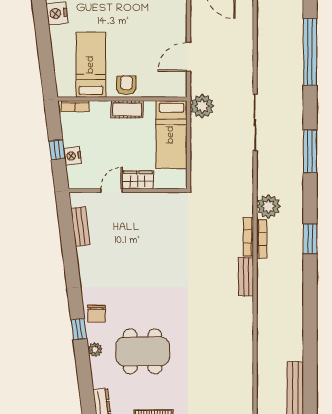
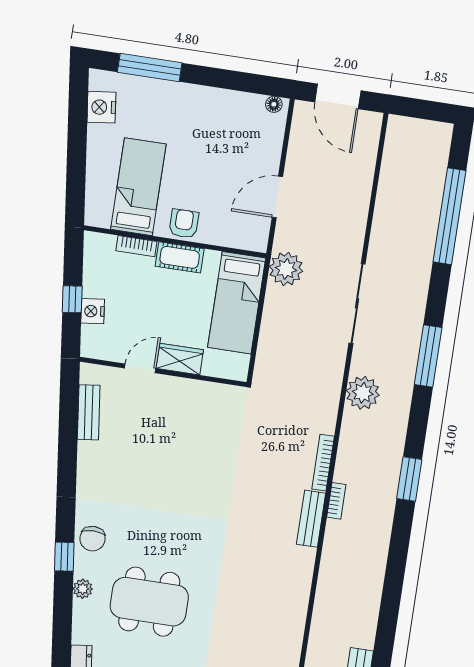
bookcase: (75, 106) -> (136, 246), moved
plant: (269, 206) -> (363, 393), moved
bookcase: (262, 239) -> (336, 501), moved, width x0.64

